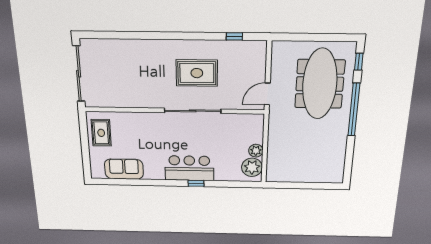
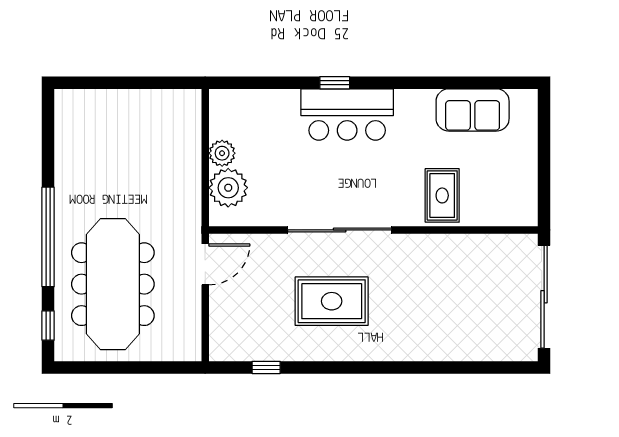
rug: (101, 133) -> (442, 195), moved
plant: (252, 167) -> (228, 188), moved

